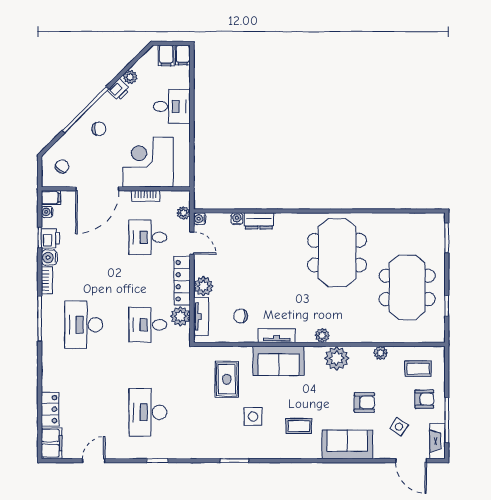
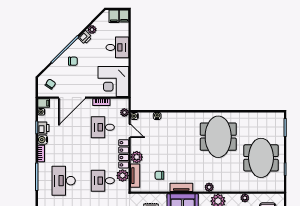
corner desk: (148, 162) -> (113, 81), moved, turned -90
dresser: (259, 221) -> (171, 117), removed

